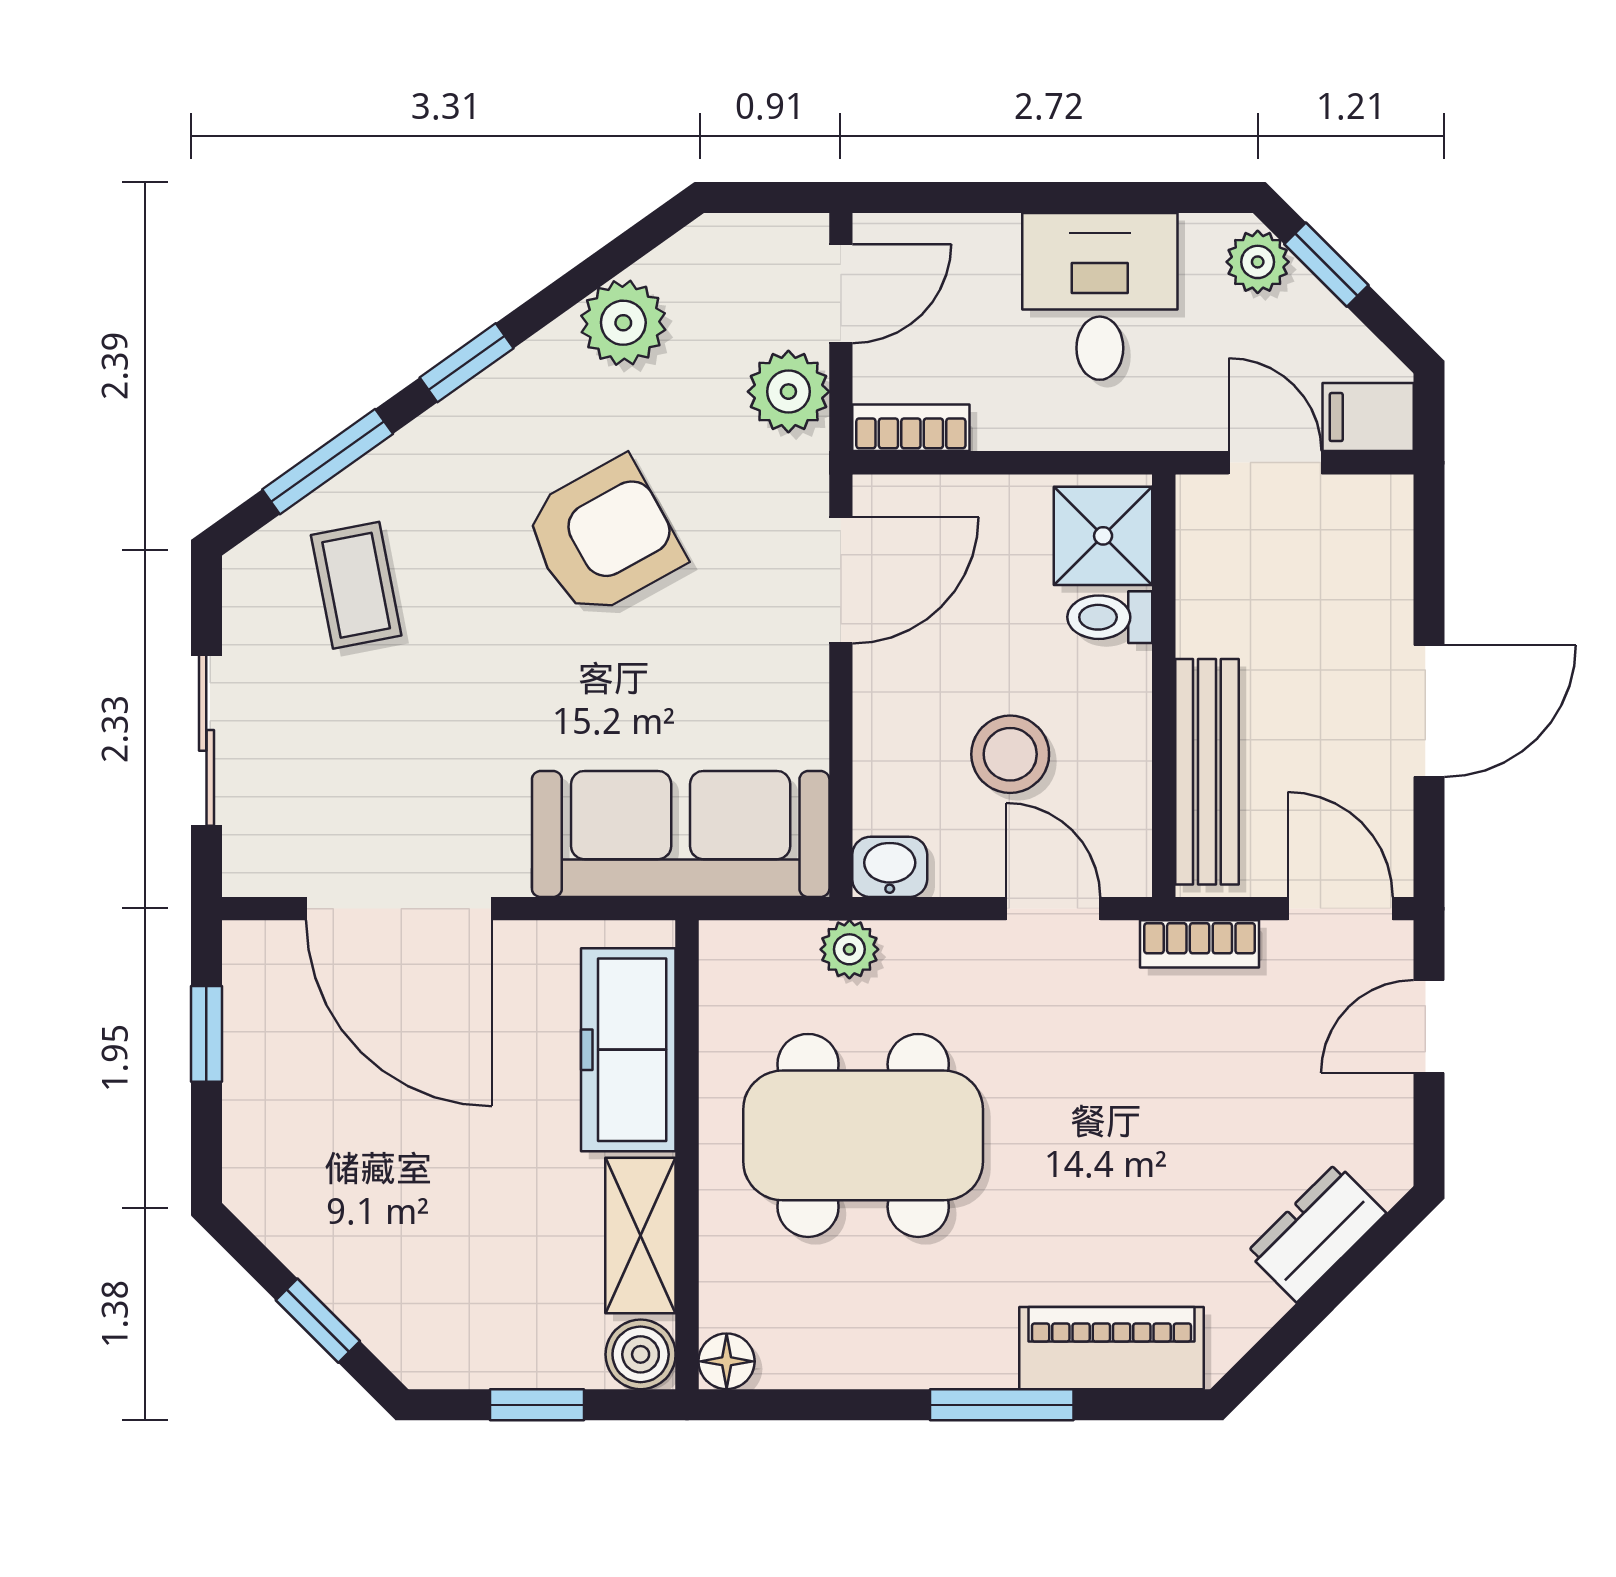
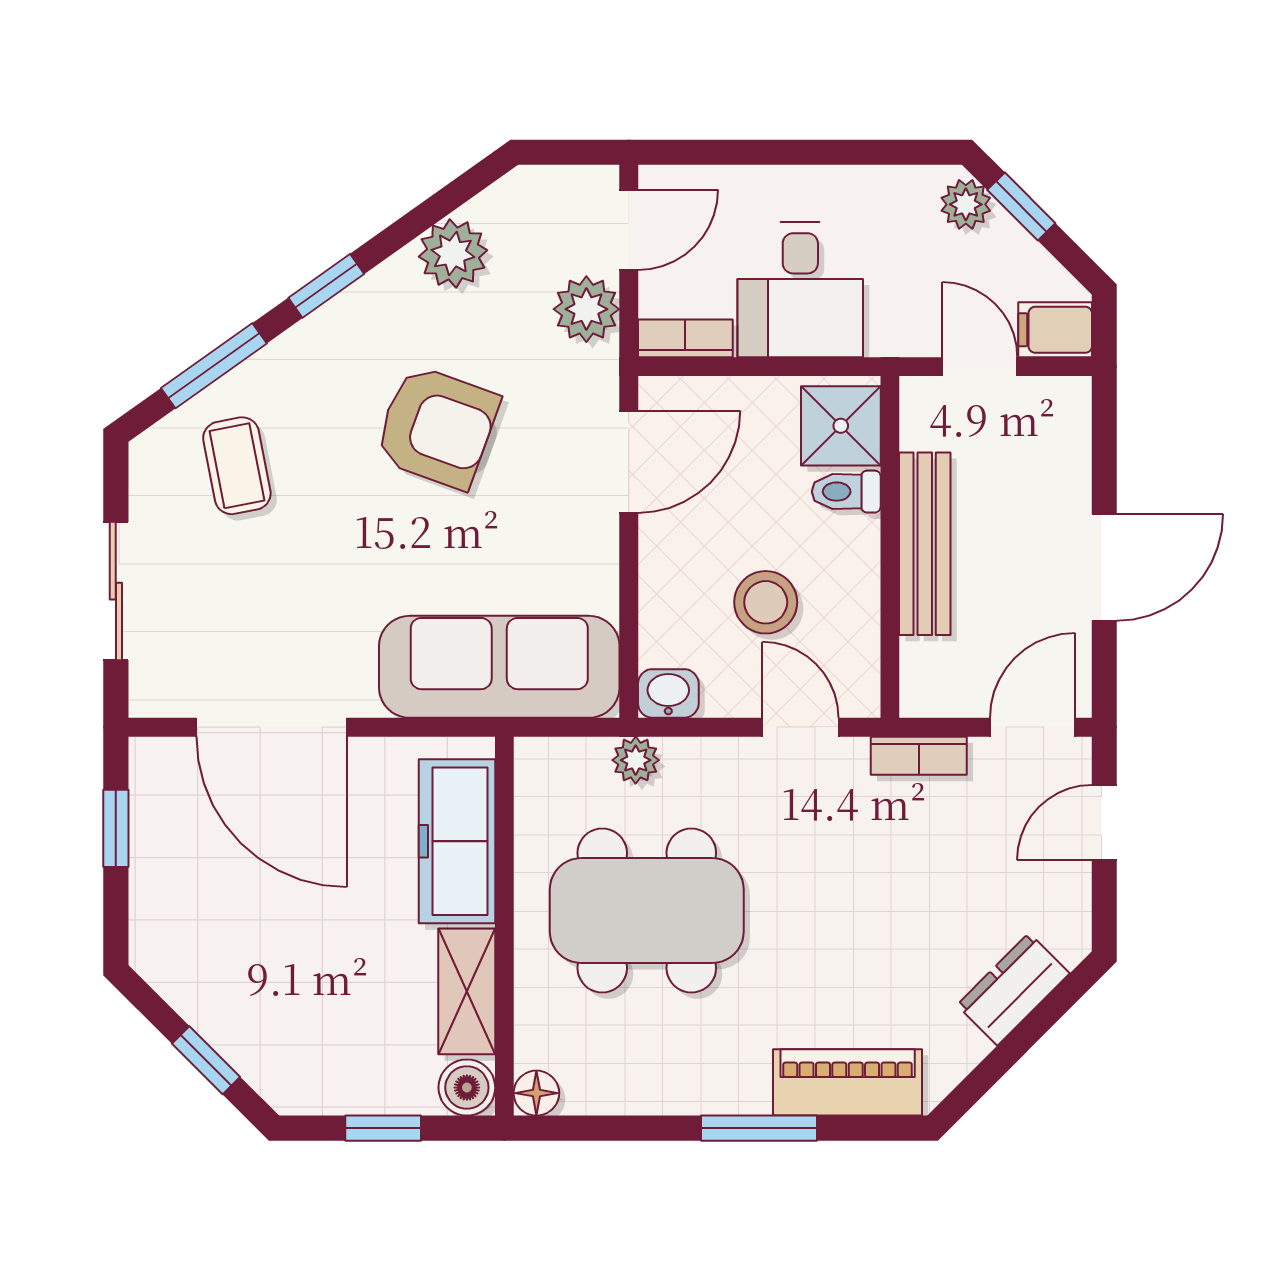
desk: (1100, 296) -> (800, 290), moved, turned 180
armchair: (603, 537) -> (437, 427), turned 49
bench: (1207, 772) -> (925, 544), moved
door: (1340, 909) -> (1033, 727), hinge flipped

